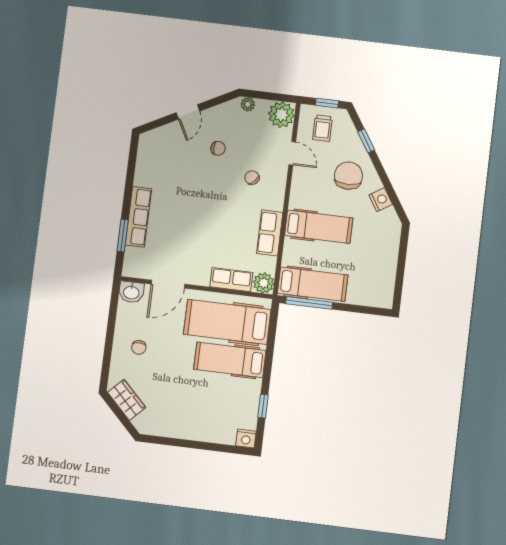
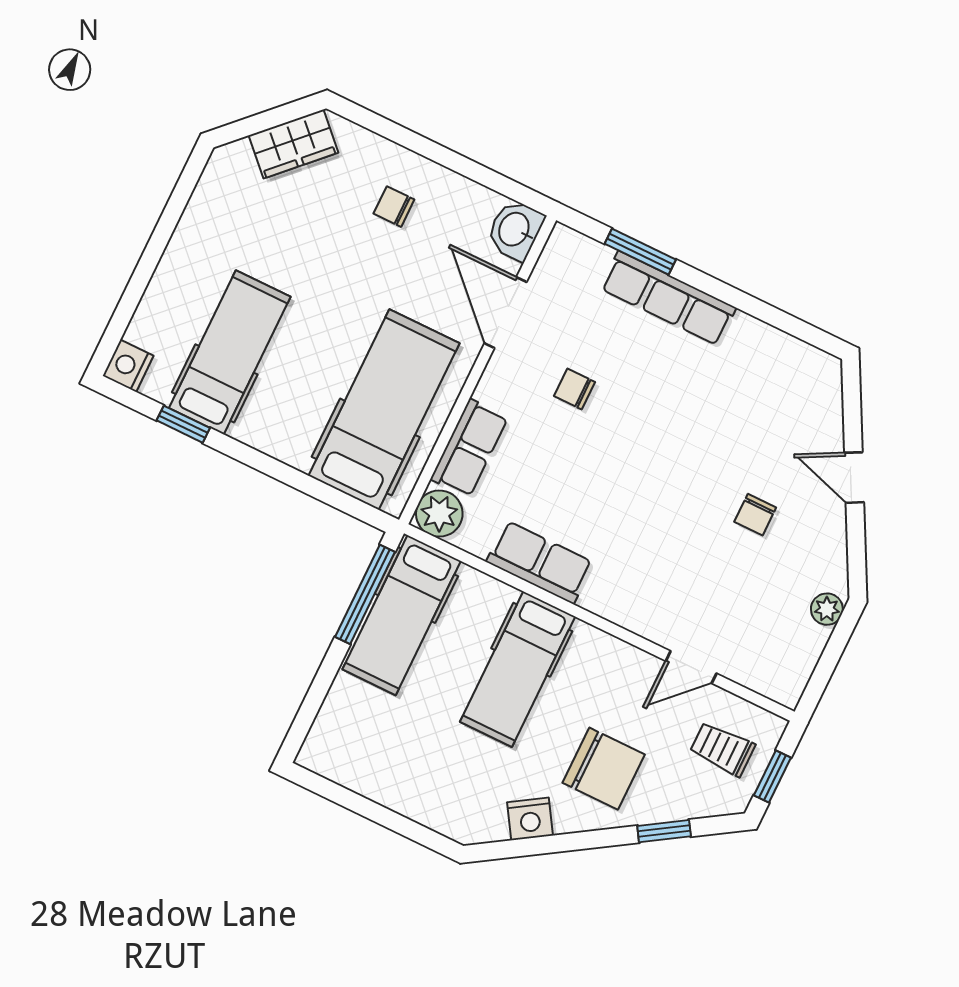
plant: (281, 115) -> (781, 672), removed
chair: (252, 178) -> (575, 389), moved, turned -135
hospital bed: (230, 360) -> (230, 352), moved

